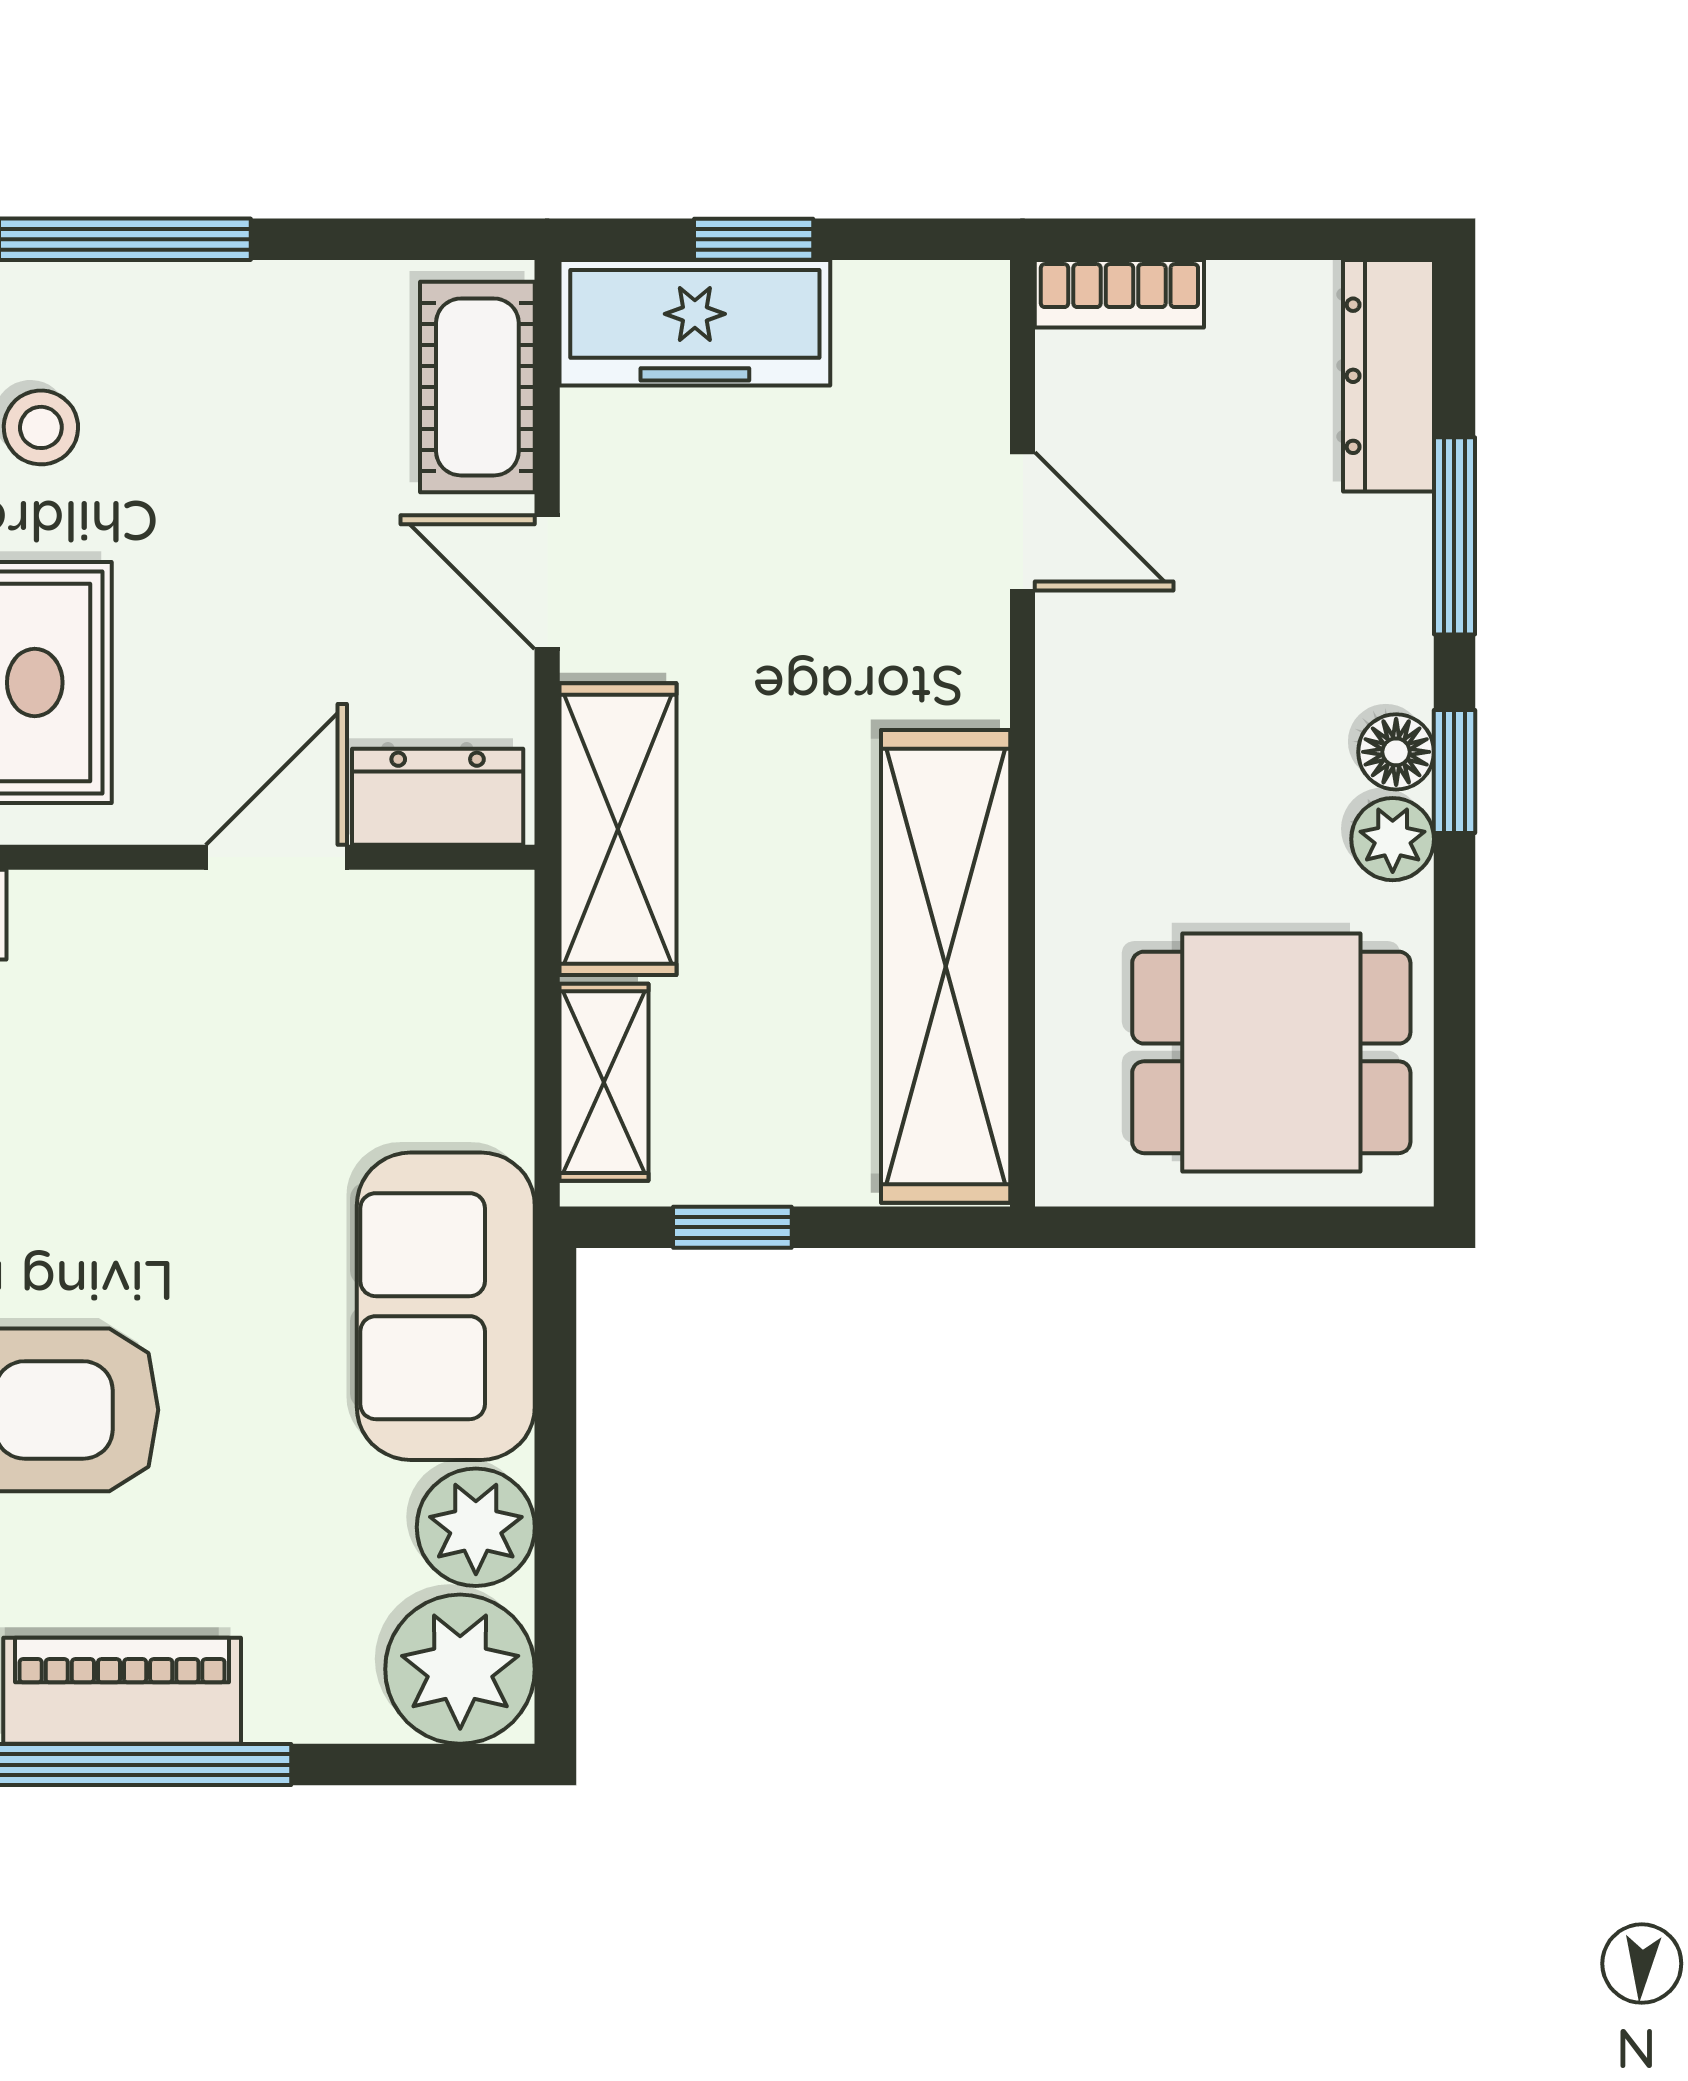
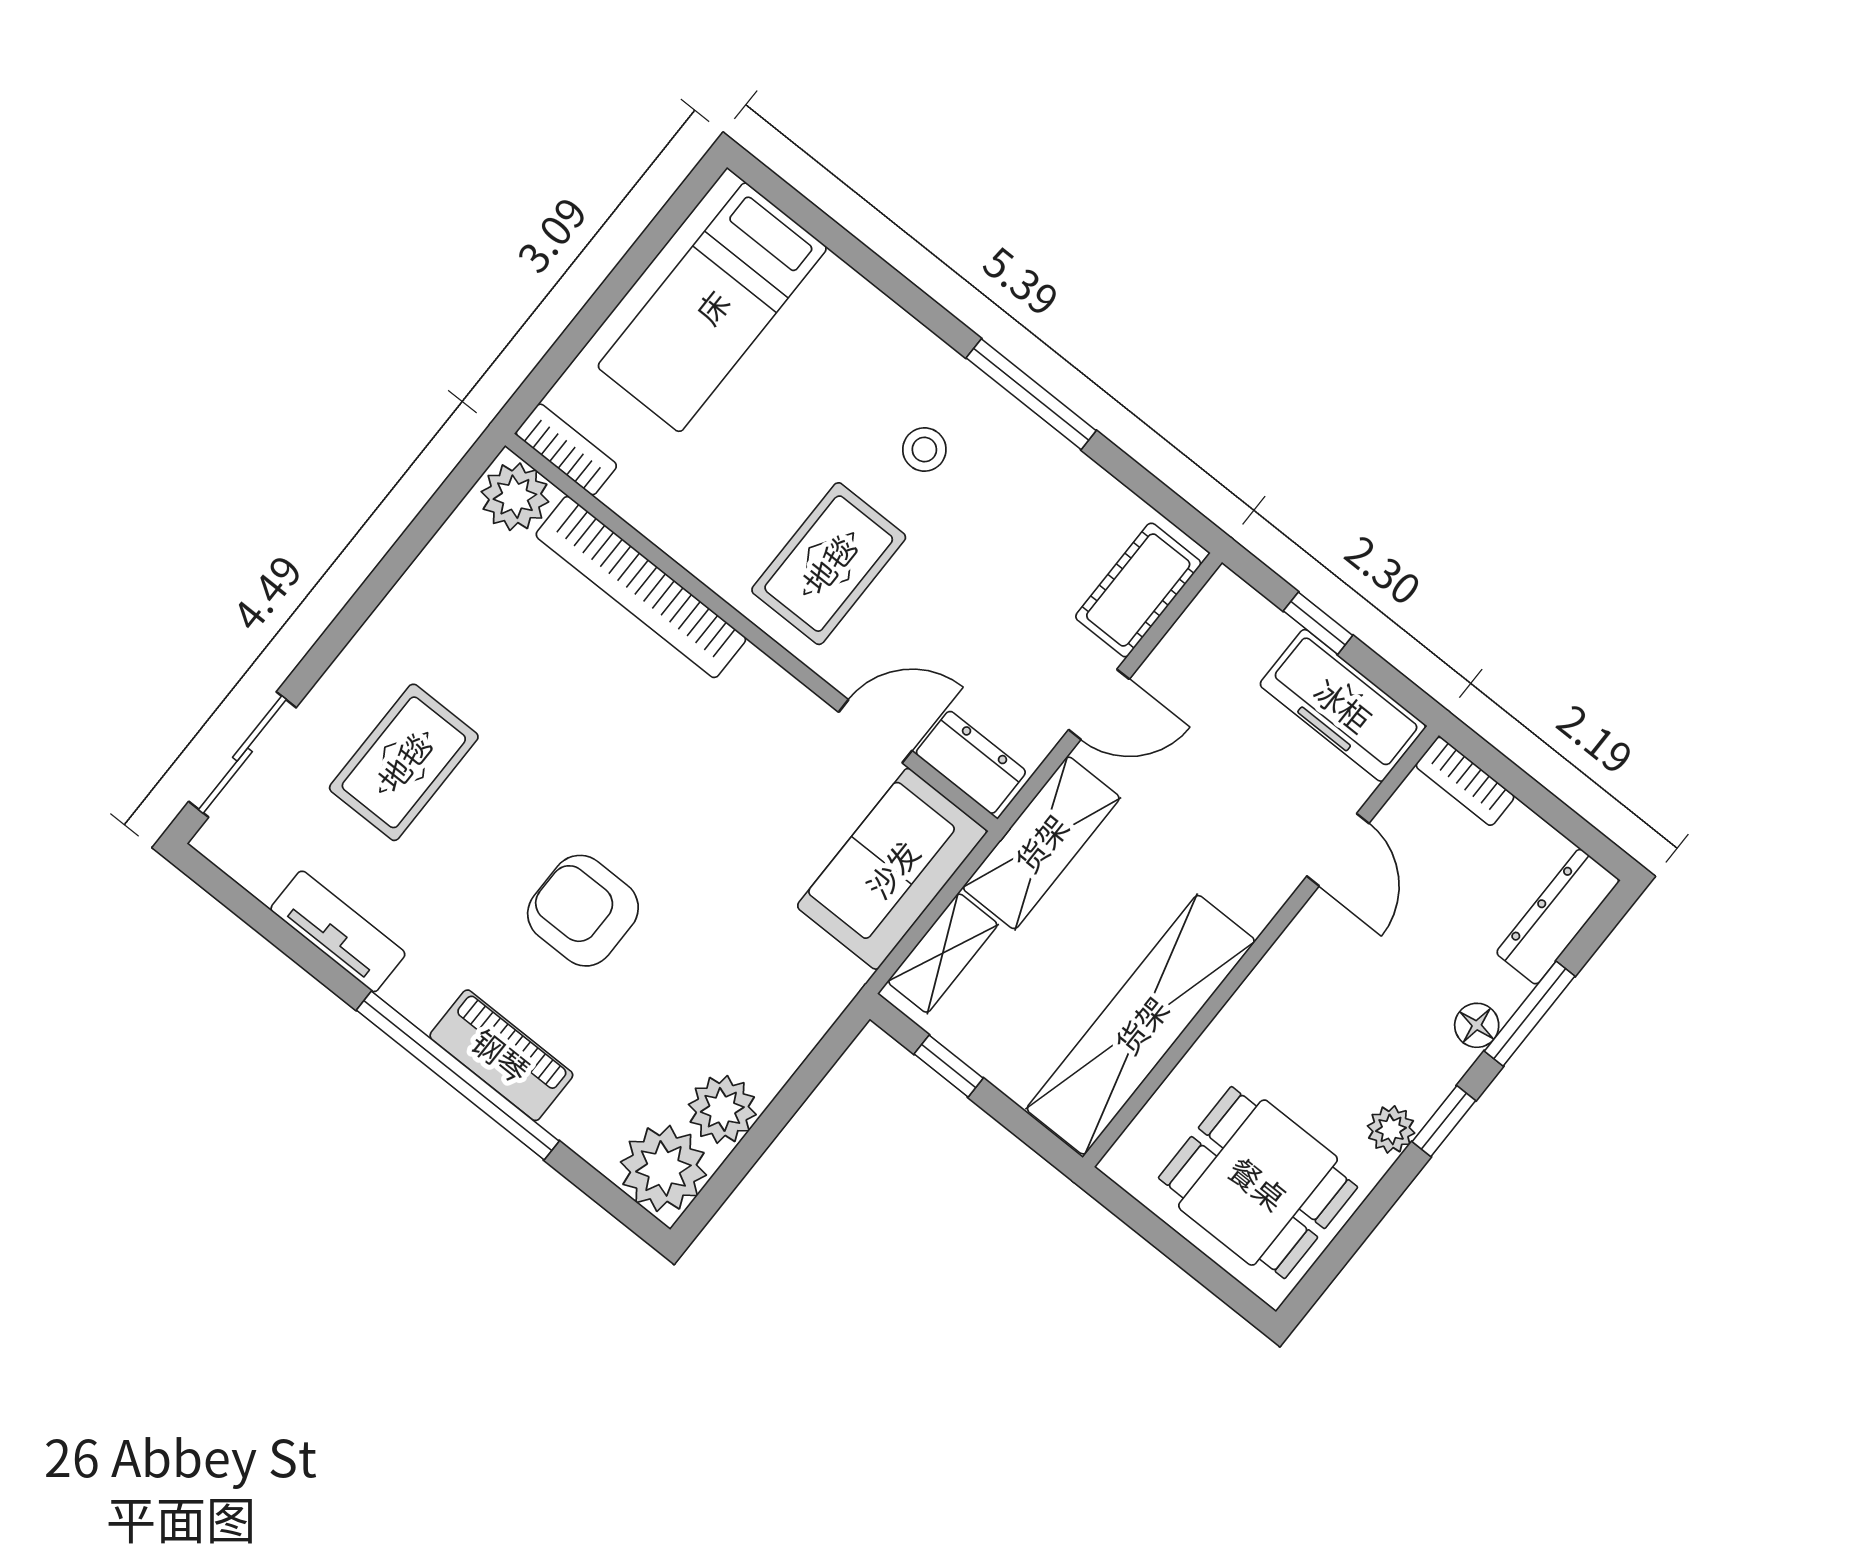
freezer: (695, 323) -> (1343, 705), moved
door: (547, 582) -> (1099, 704), swing flipped
floor lamp: (1396, 752) -> (1477, 1025), moved
sofa: (446, 1306) -> (892, 869), moved

